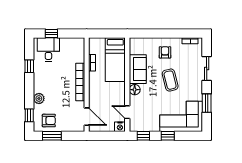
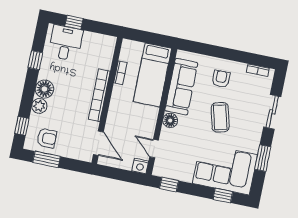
sofa: (138, 69) -> (181, 87), width x1.36
floor lamp: (40, 86) -> (44, 89), added
window: (168, 136) -> (223, 196), moved

